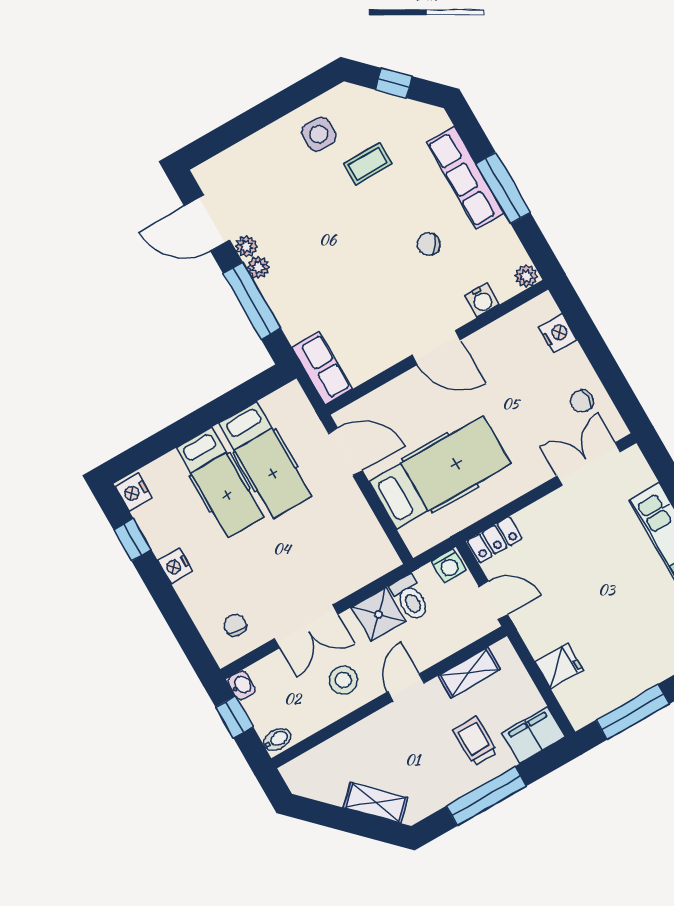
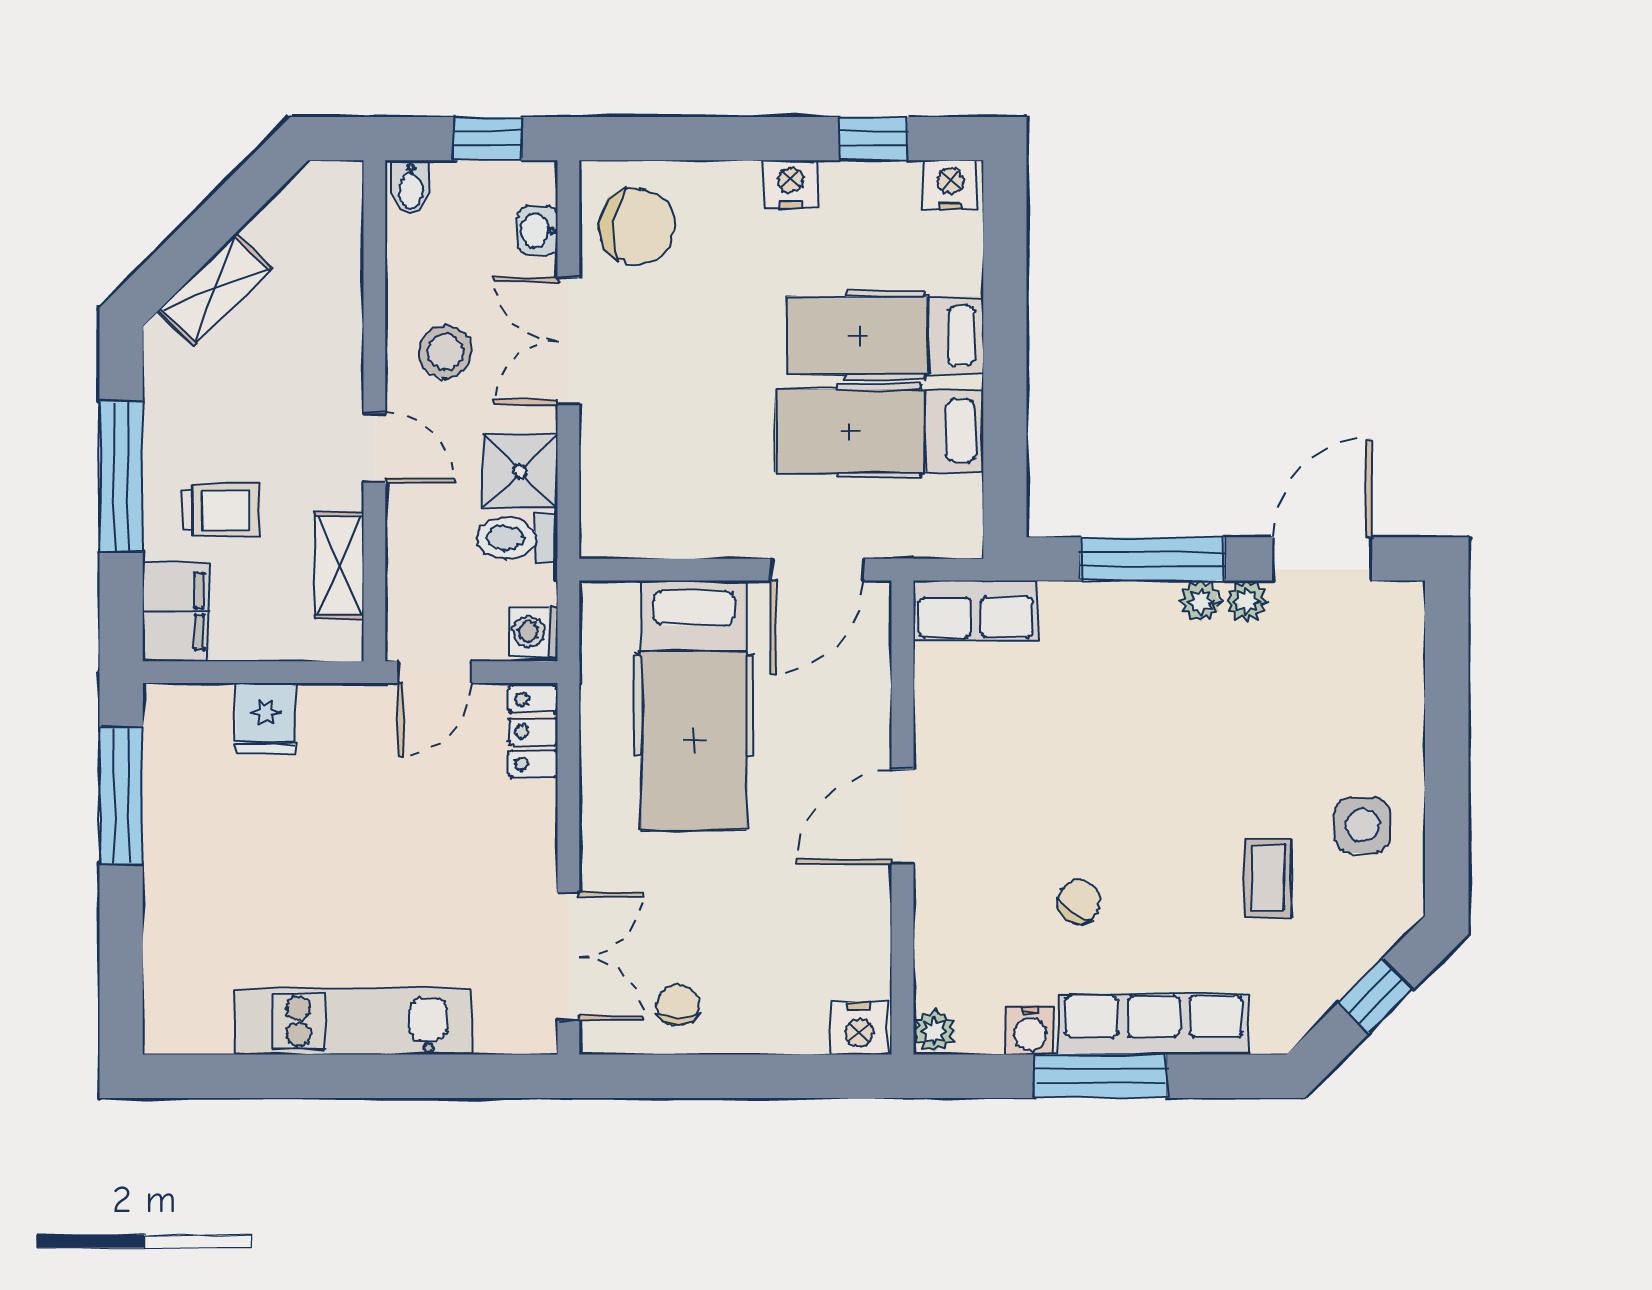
water cooler: (482, 300) -> (1030, 1031), moved, turned -90
nightstand: (558, 333) -> (859, 1028), moved
chair: (235, 625) -> (637, 226), width x1.87, depth x1.87
washbasin: (242, 685) -> (538, 231), moved, turned 90

